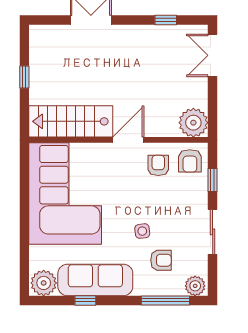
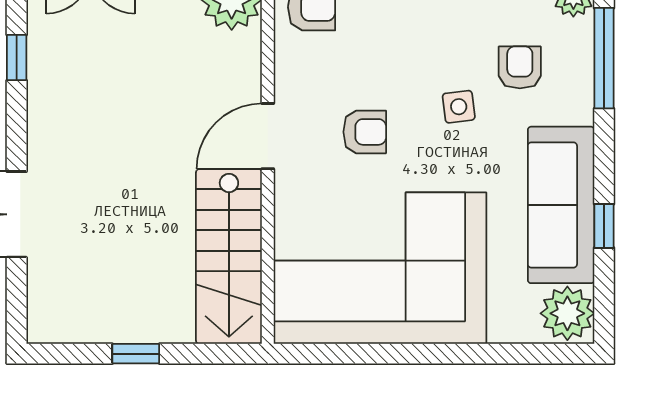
door: (128, 140) -> (268, 136), hinge flipped
armchair: (158, 165) -> (365, 132), moved, turned 180

